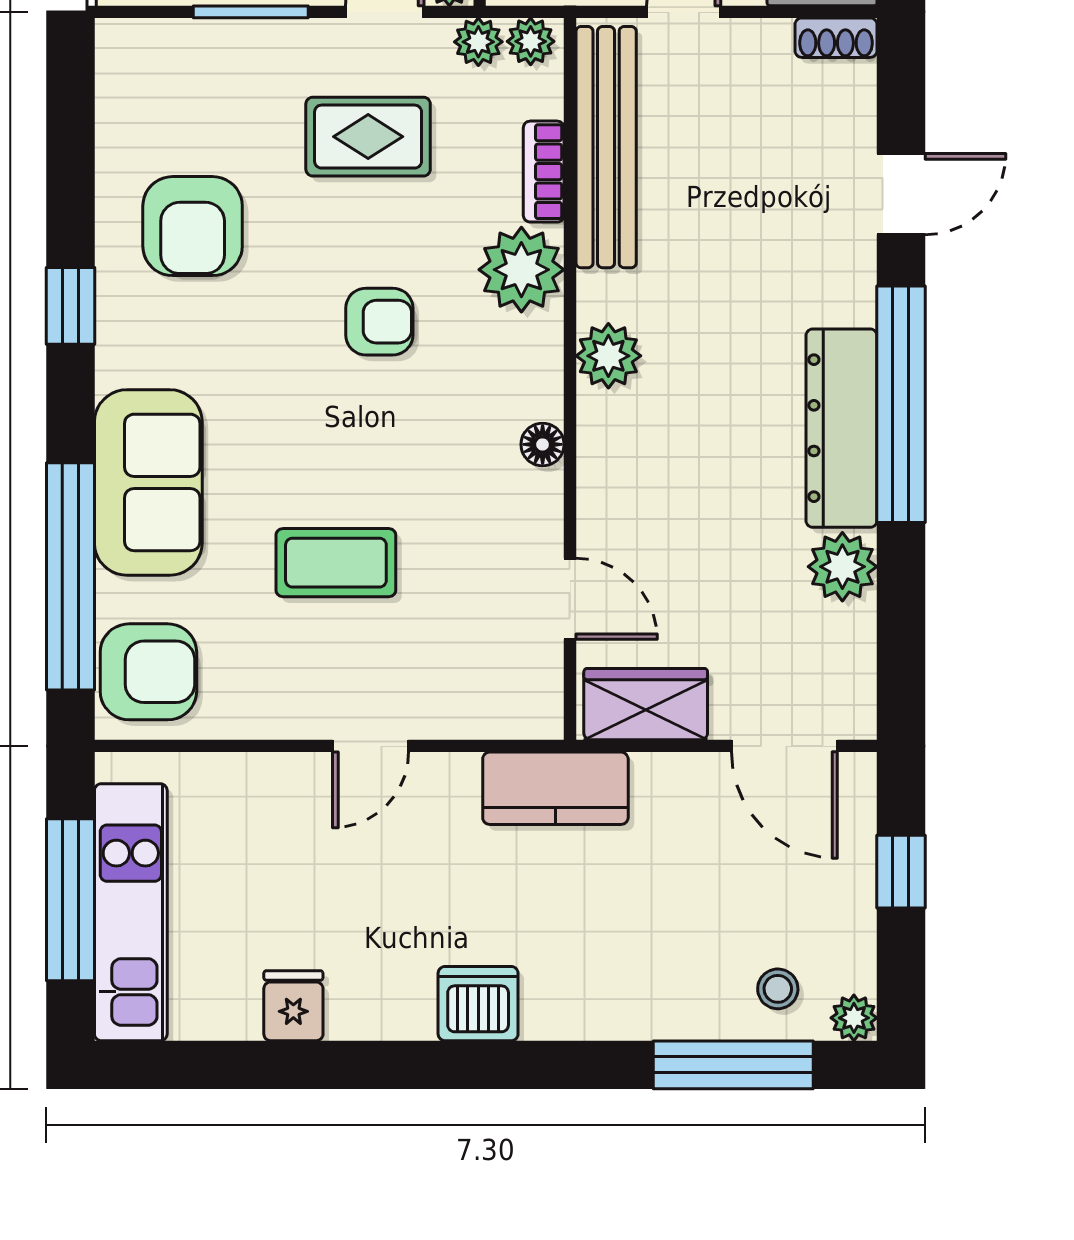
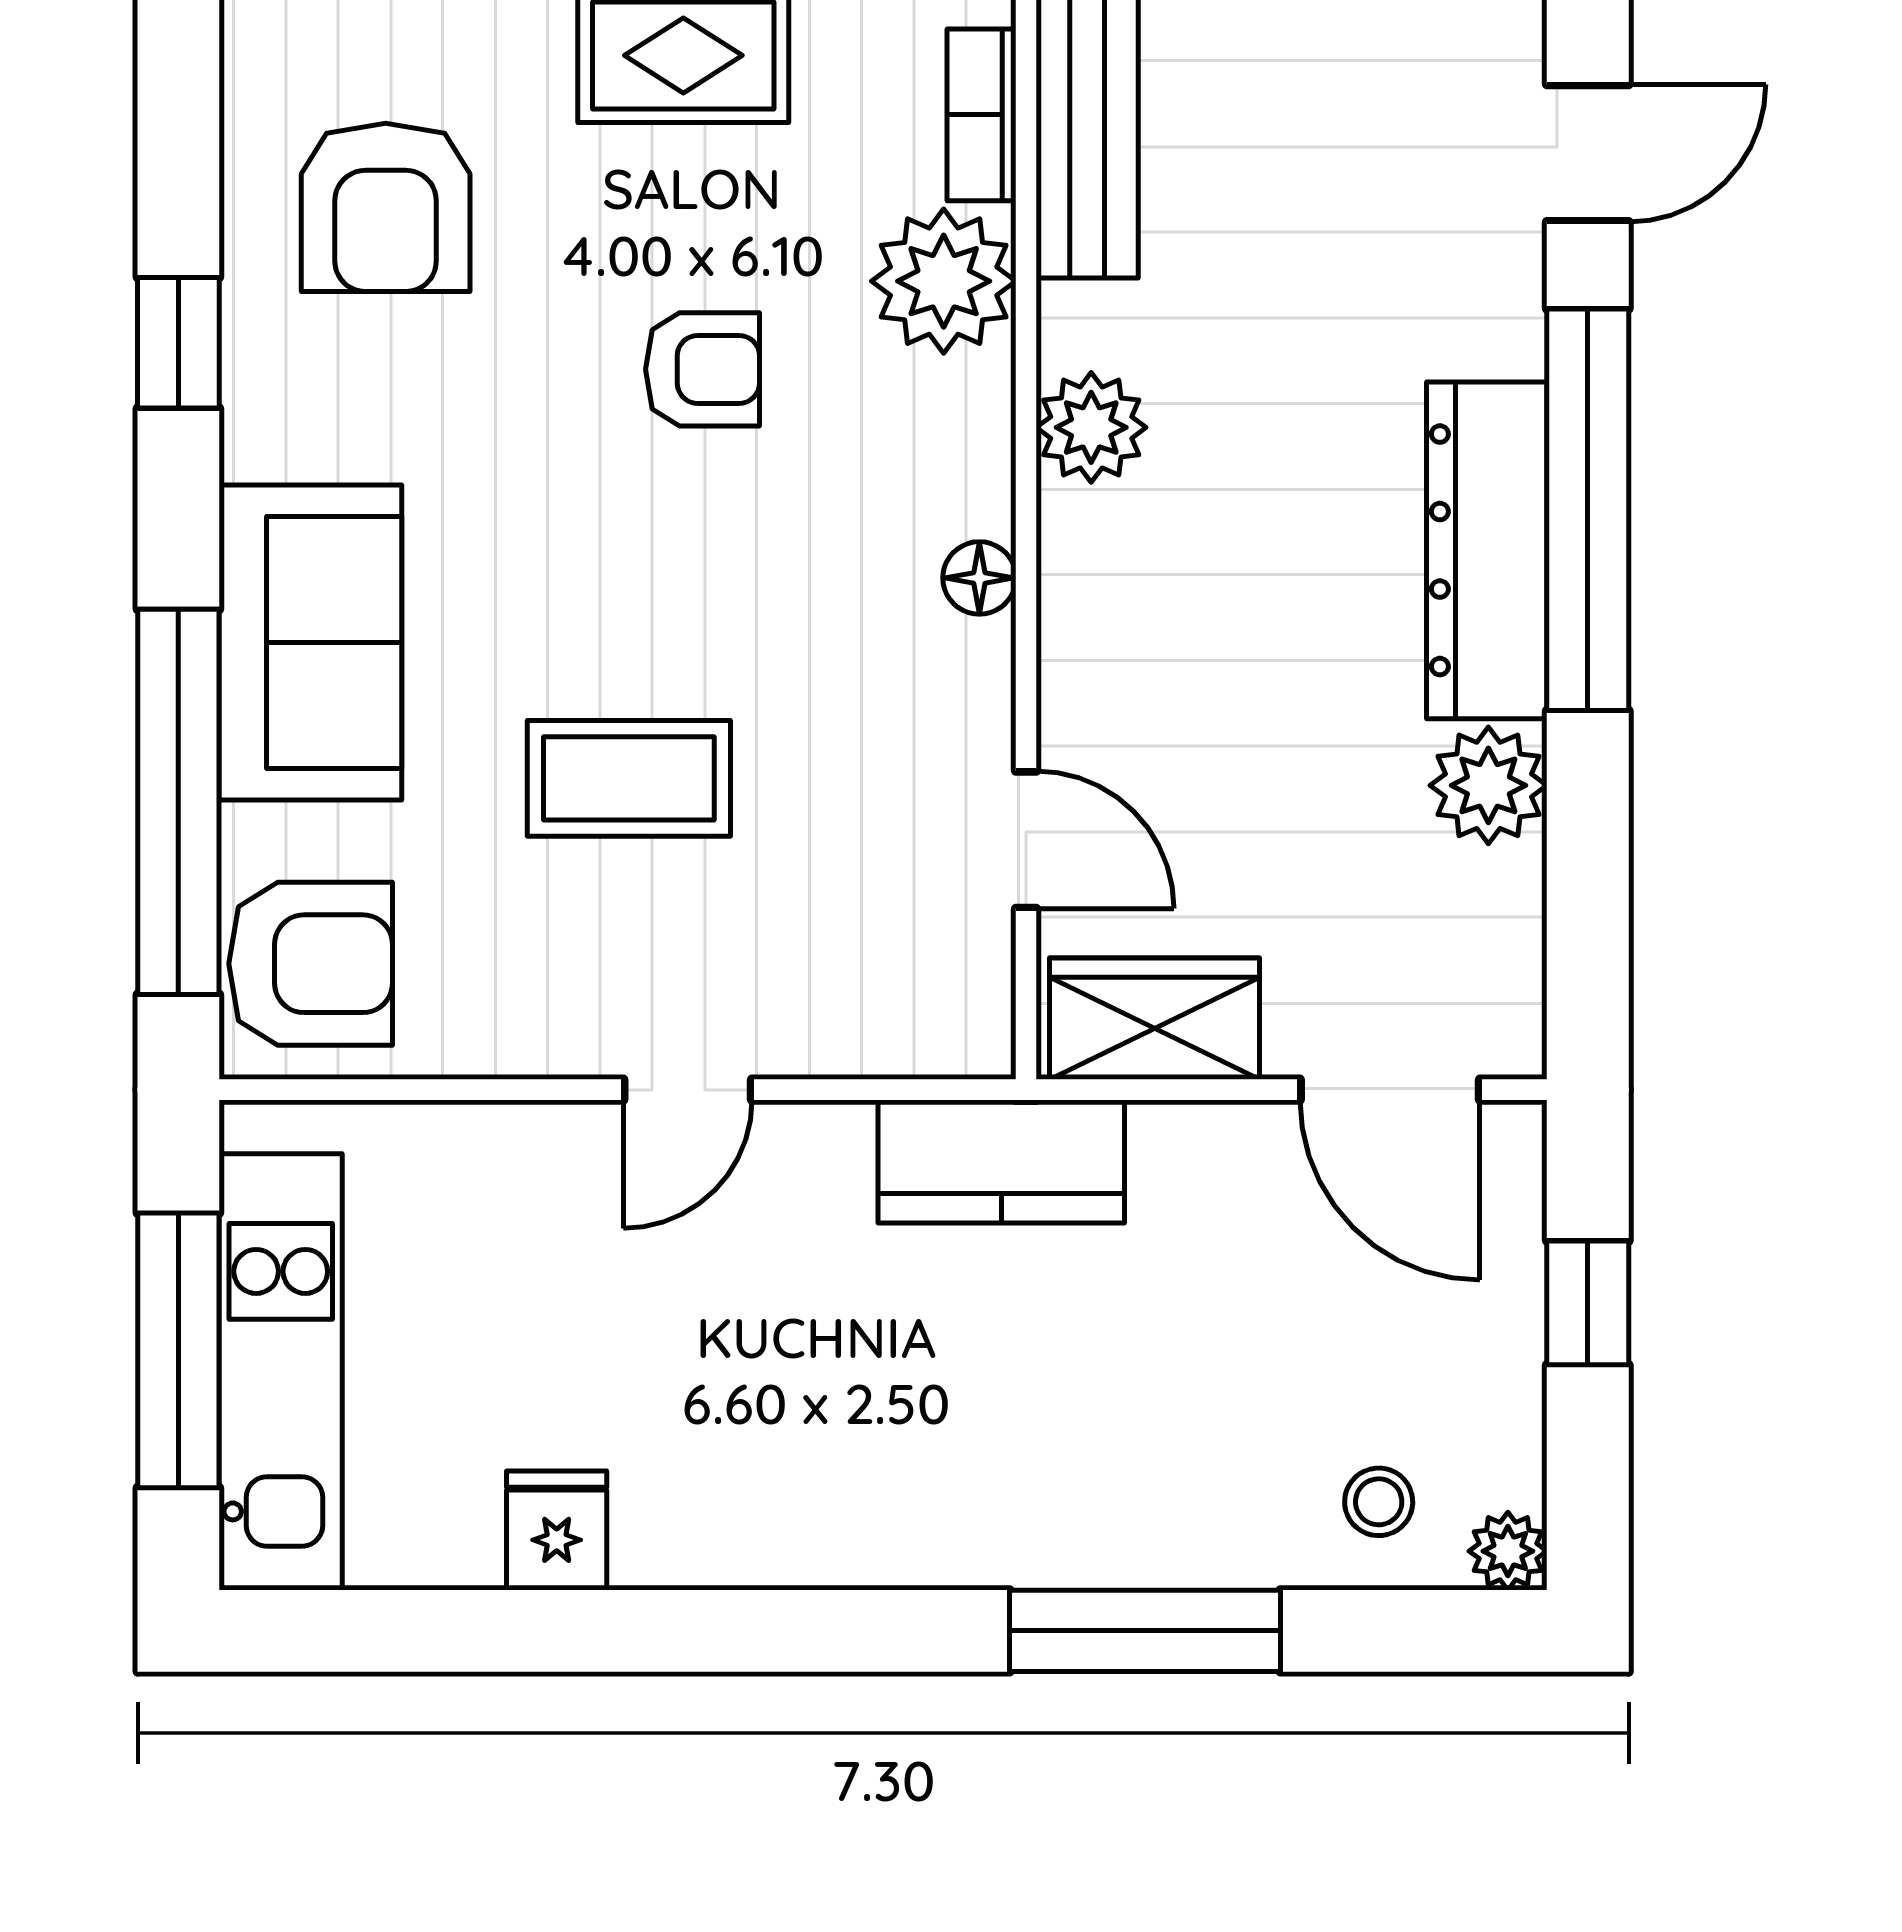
dishwasher: (478, 1004) -> (870, 1527), removed
window: (733, 1065) -> (1145, 1631), moved

